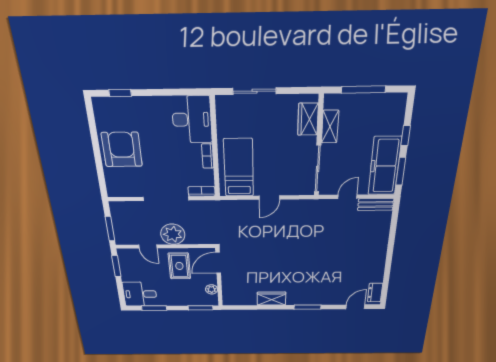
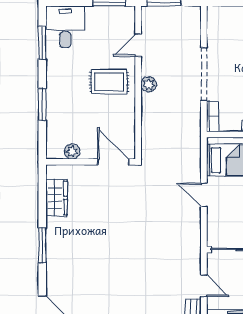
plant: (173, 234) -> (149, 84), width x0.53, depth x0.53
door: (218, 263) -> (113, 162), moved
wall: (219, 278) -> (91, 162), moved
plant: (212, 289) -> (72, 151), moved

